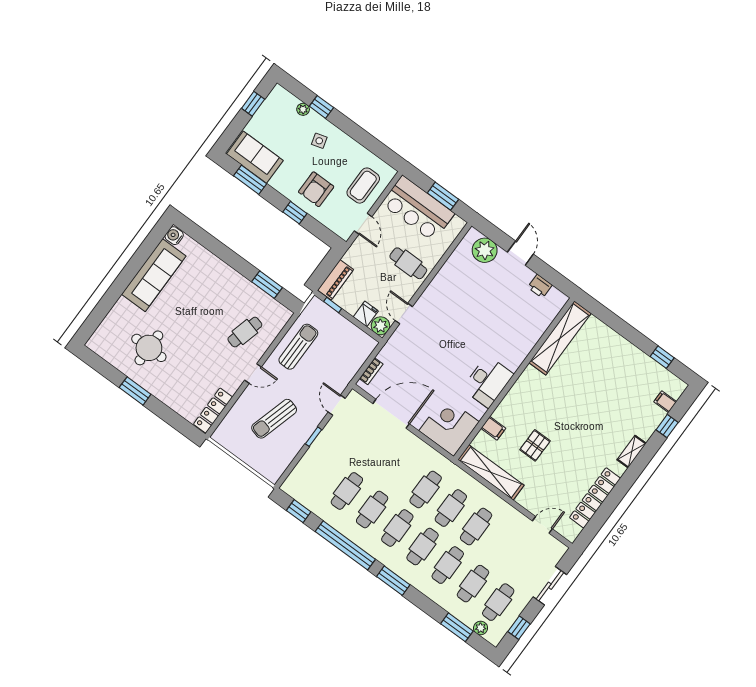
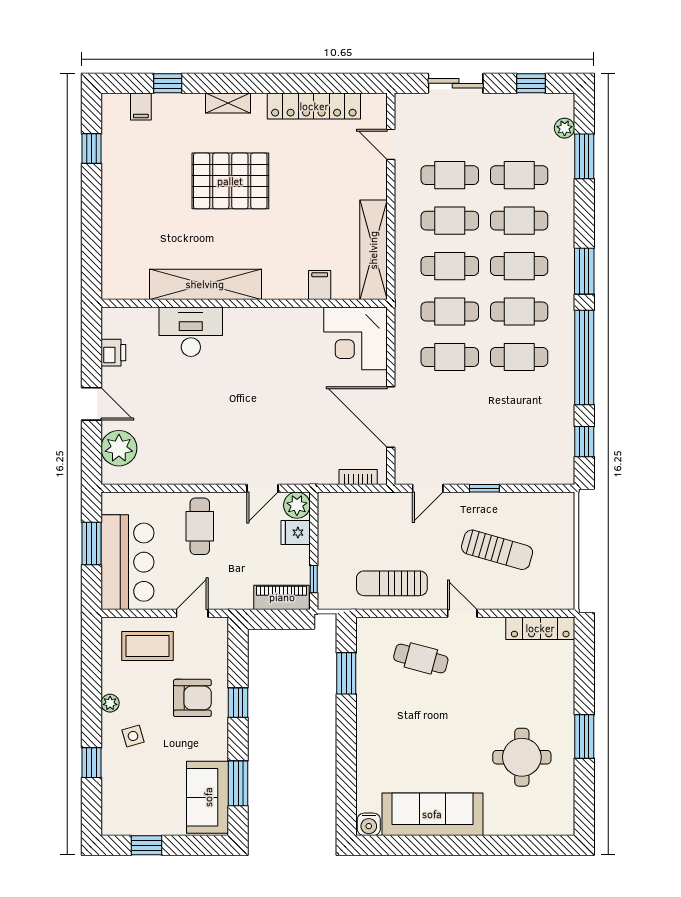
plant: (303, 109) -> (110, 703), moved
door: (520, 253) -> (91, 404), swing flipped
shelving: (560, 338) -> (205, 284), moved
desk: (488, 382) -> (191, 332), moved
pallet: (535, 445) -> (230, 181), moved, width x2.05, depth x2.00
cafe table: (347, 491) -> (450, 357), moved
cafe table: (498, 602) -> (450, 175), moved

